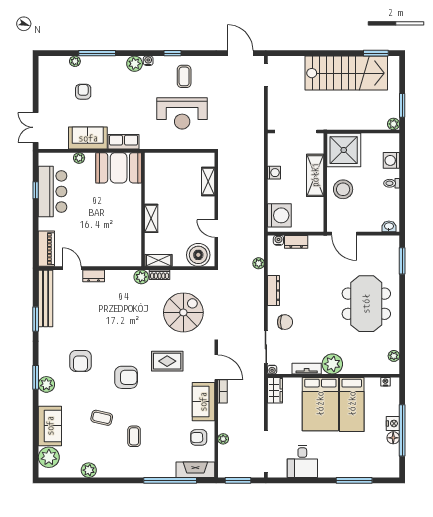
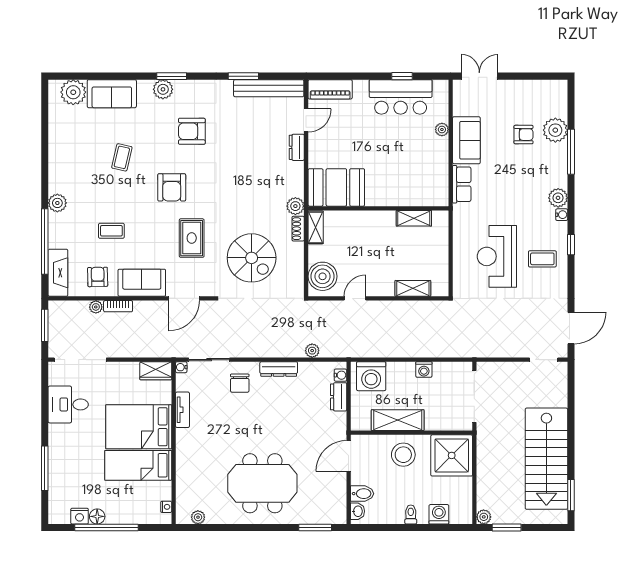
plant: (75, 61) -> (555, 130), width x1.87, depth x1.87
booth: (119, 168) -> (336, 187), moved, turned 90
shelving: (315, 175) -> (398, 420), moved
shelving: (151, 218) -> (414, 218), moved
bidet: (375, 223) -> (362, 494), added
plant: (332, 364) -> (188, 441), removed
bookcase: (223, 391) -> (118, 306), moved
nightstand: (393, 423) -> (80, 516), moved
coffee table: (134, 436) -> (111, 231), moved
plant: (89, 470) -> (57, 203), moved

